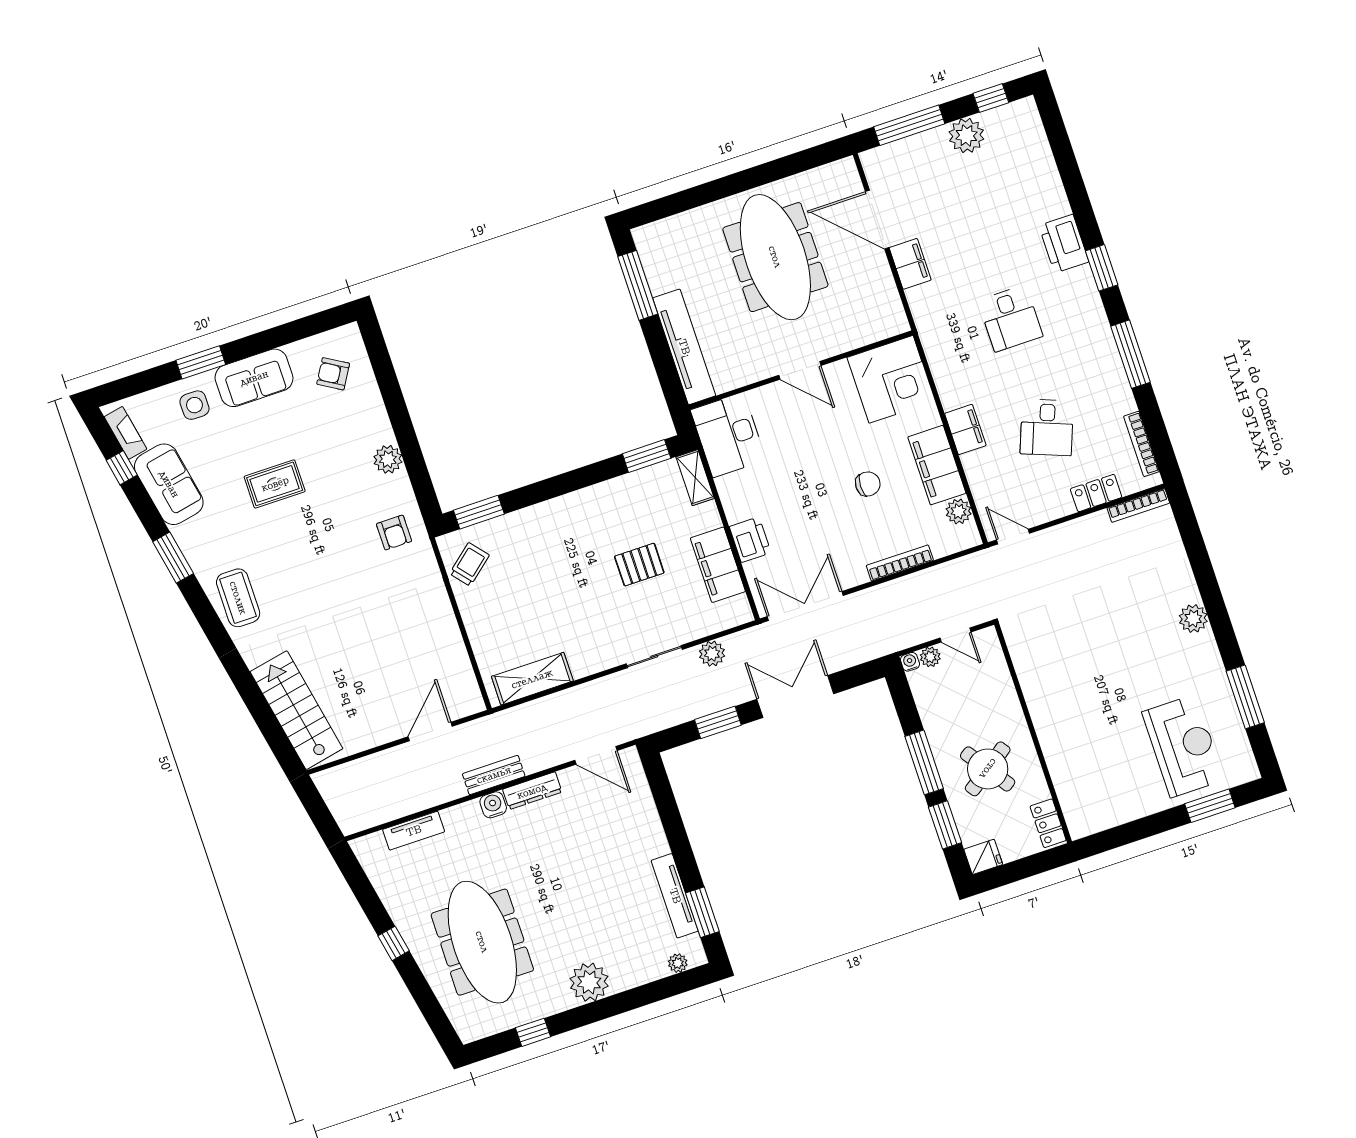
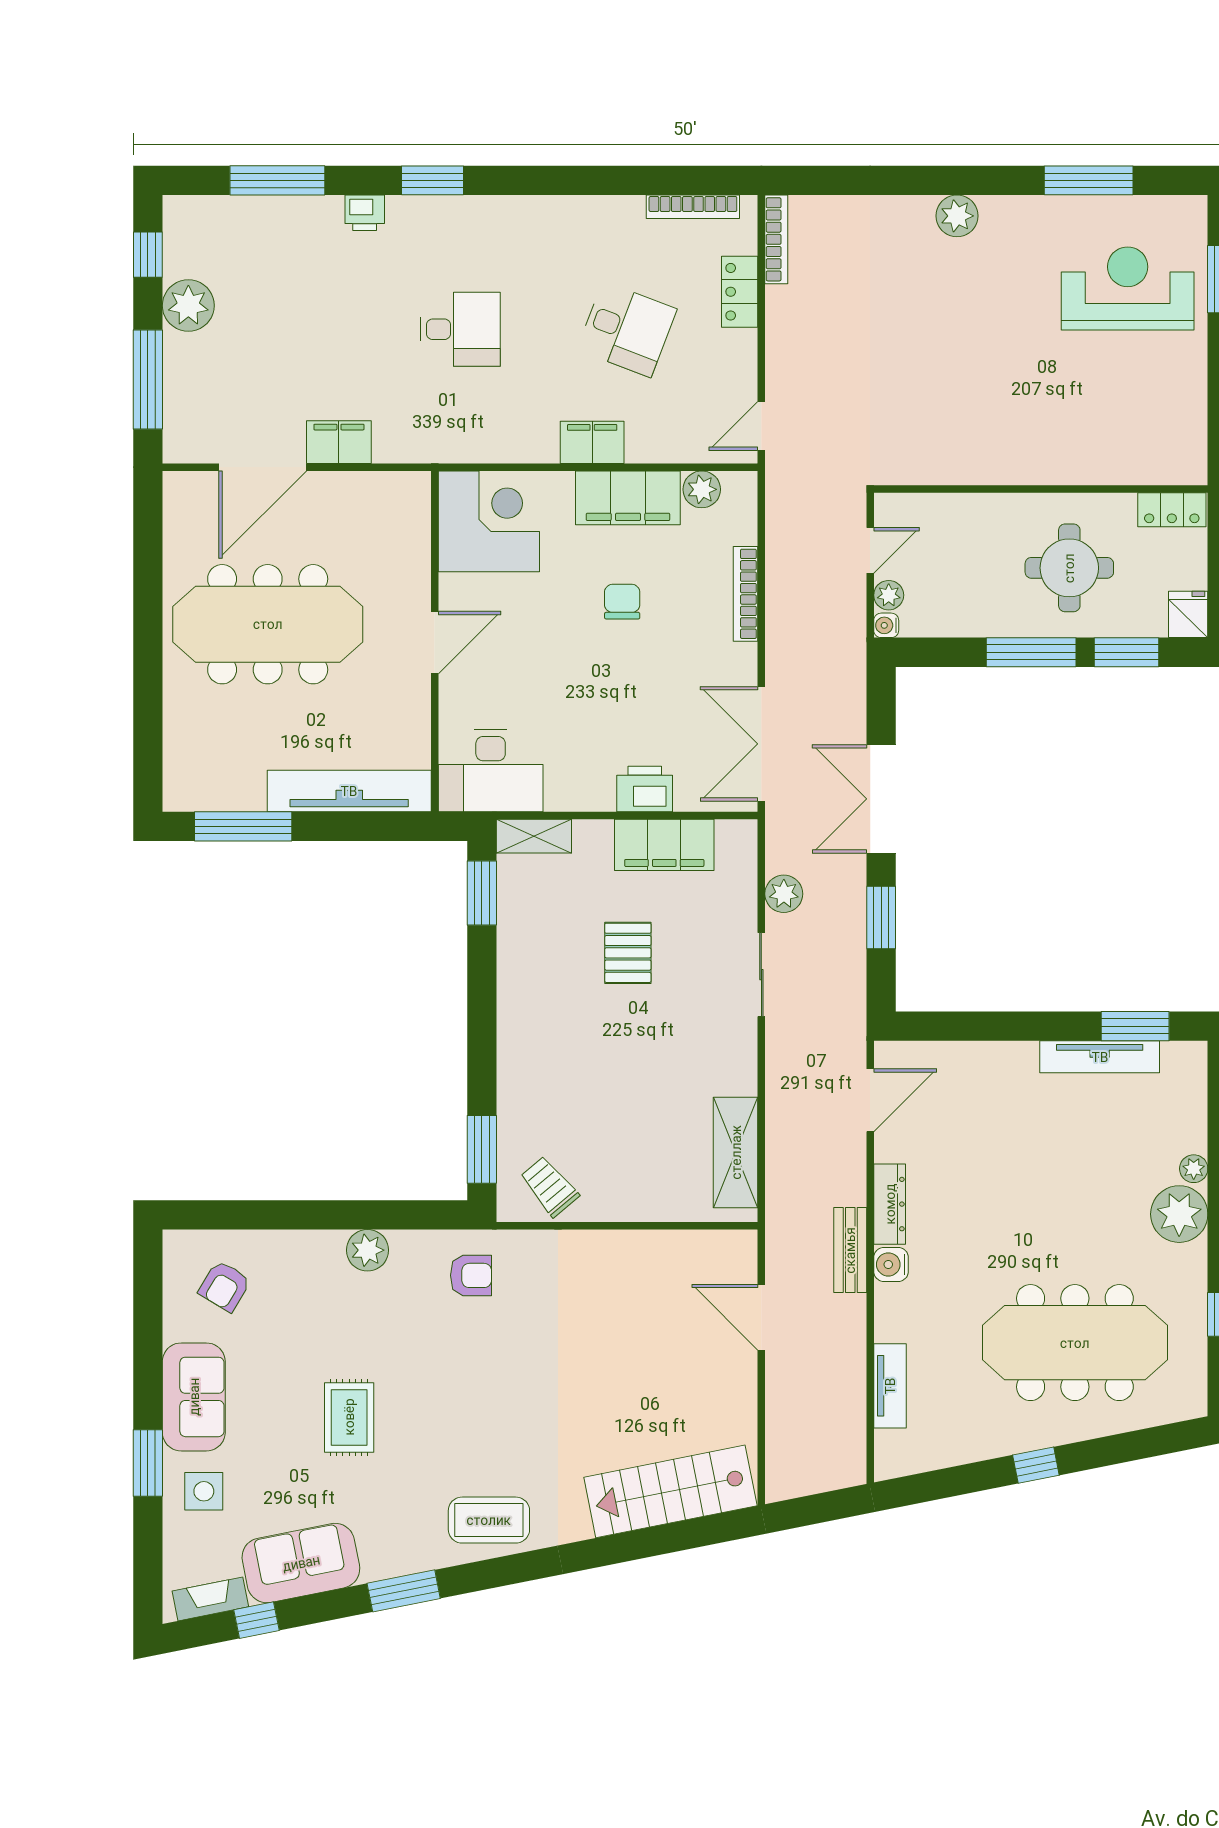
printer: (1064, 244) -> (365, 213), width x0.53, depth x0.68
window: (1131, 354) -> (277, 180), moved
round table: (988, 769) -> (1069, 568), turned 35
plant: (678, 963) -> (1194, 1169), moved

